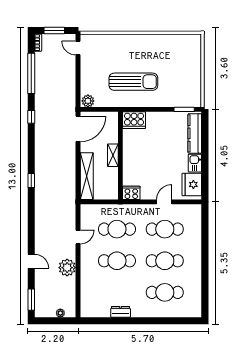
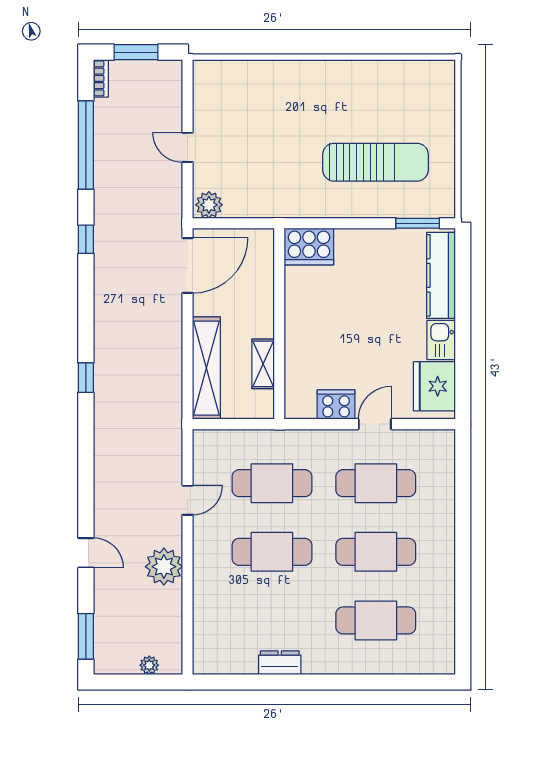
door: (78, 48) -> (187, 147), moved
sun lounger: (133, 82) -> (376, 162), moved
shelving: (113, 155) -> (263, 364), moved
cooker: (131, 193) -> (336, 405), moved

